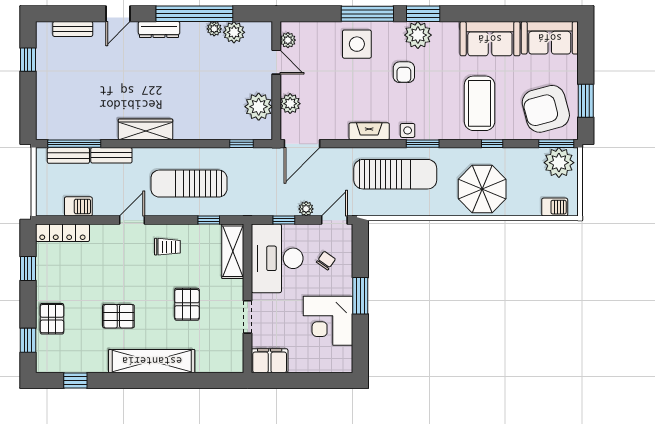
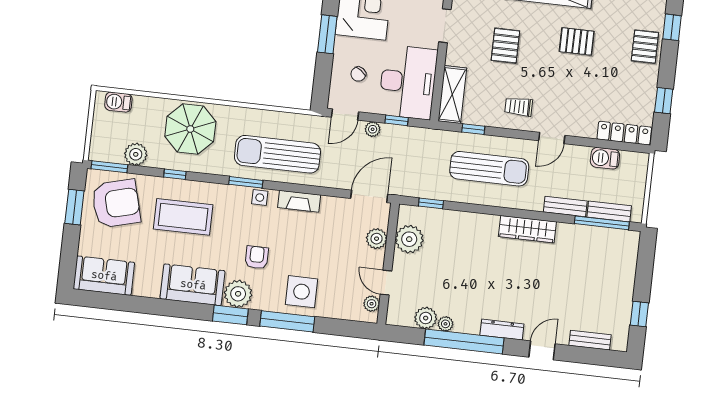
sofa: (490, 39) -> (193, 285), moved
coffee table: (480, 103) -> (183, 217), turned 90
plant: (559, 163) -> (136, 154), moved, width x0.73, depth x0.73

